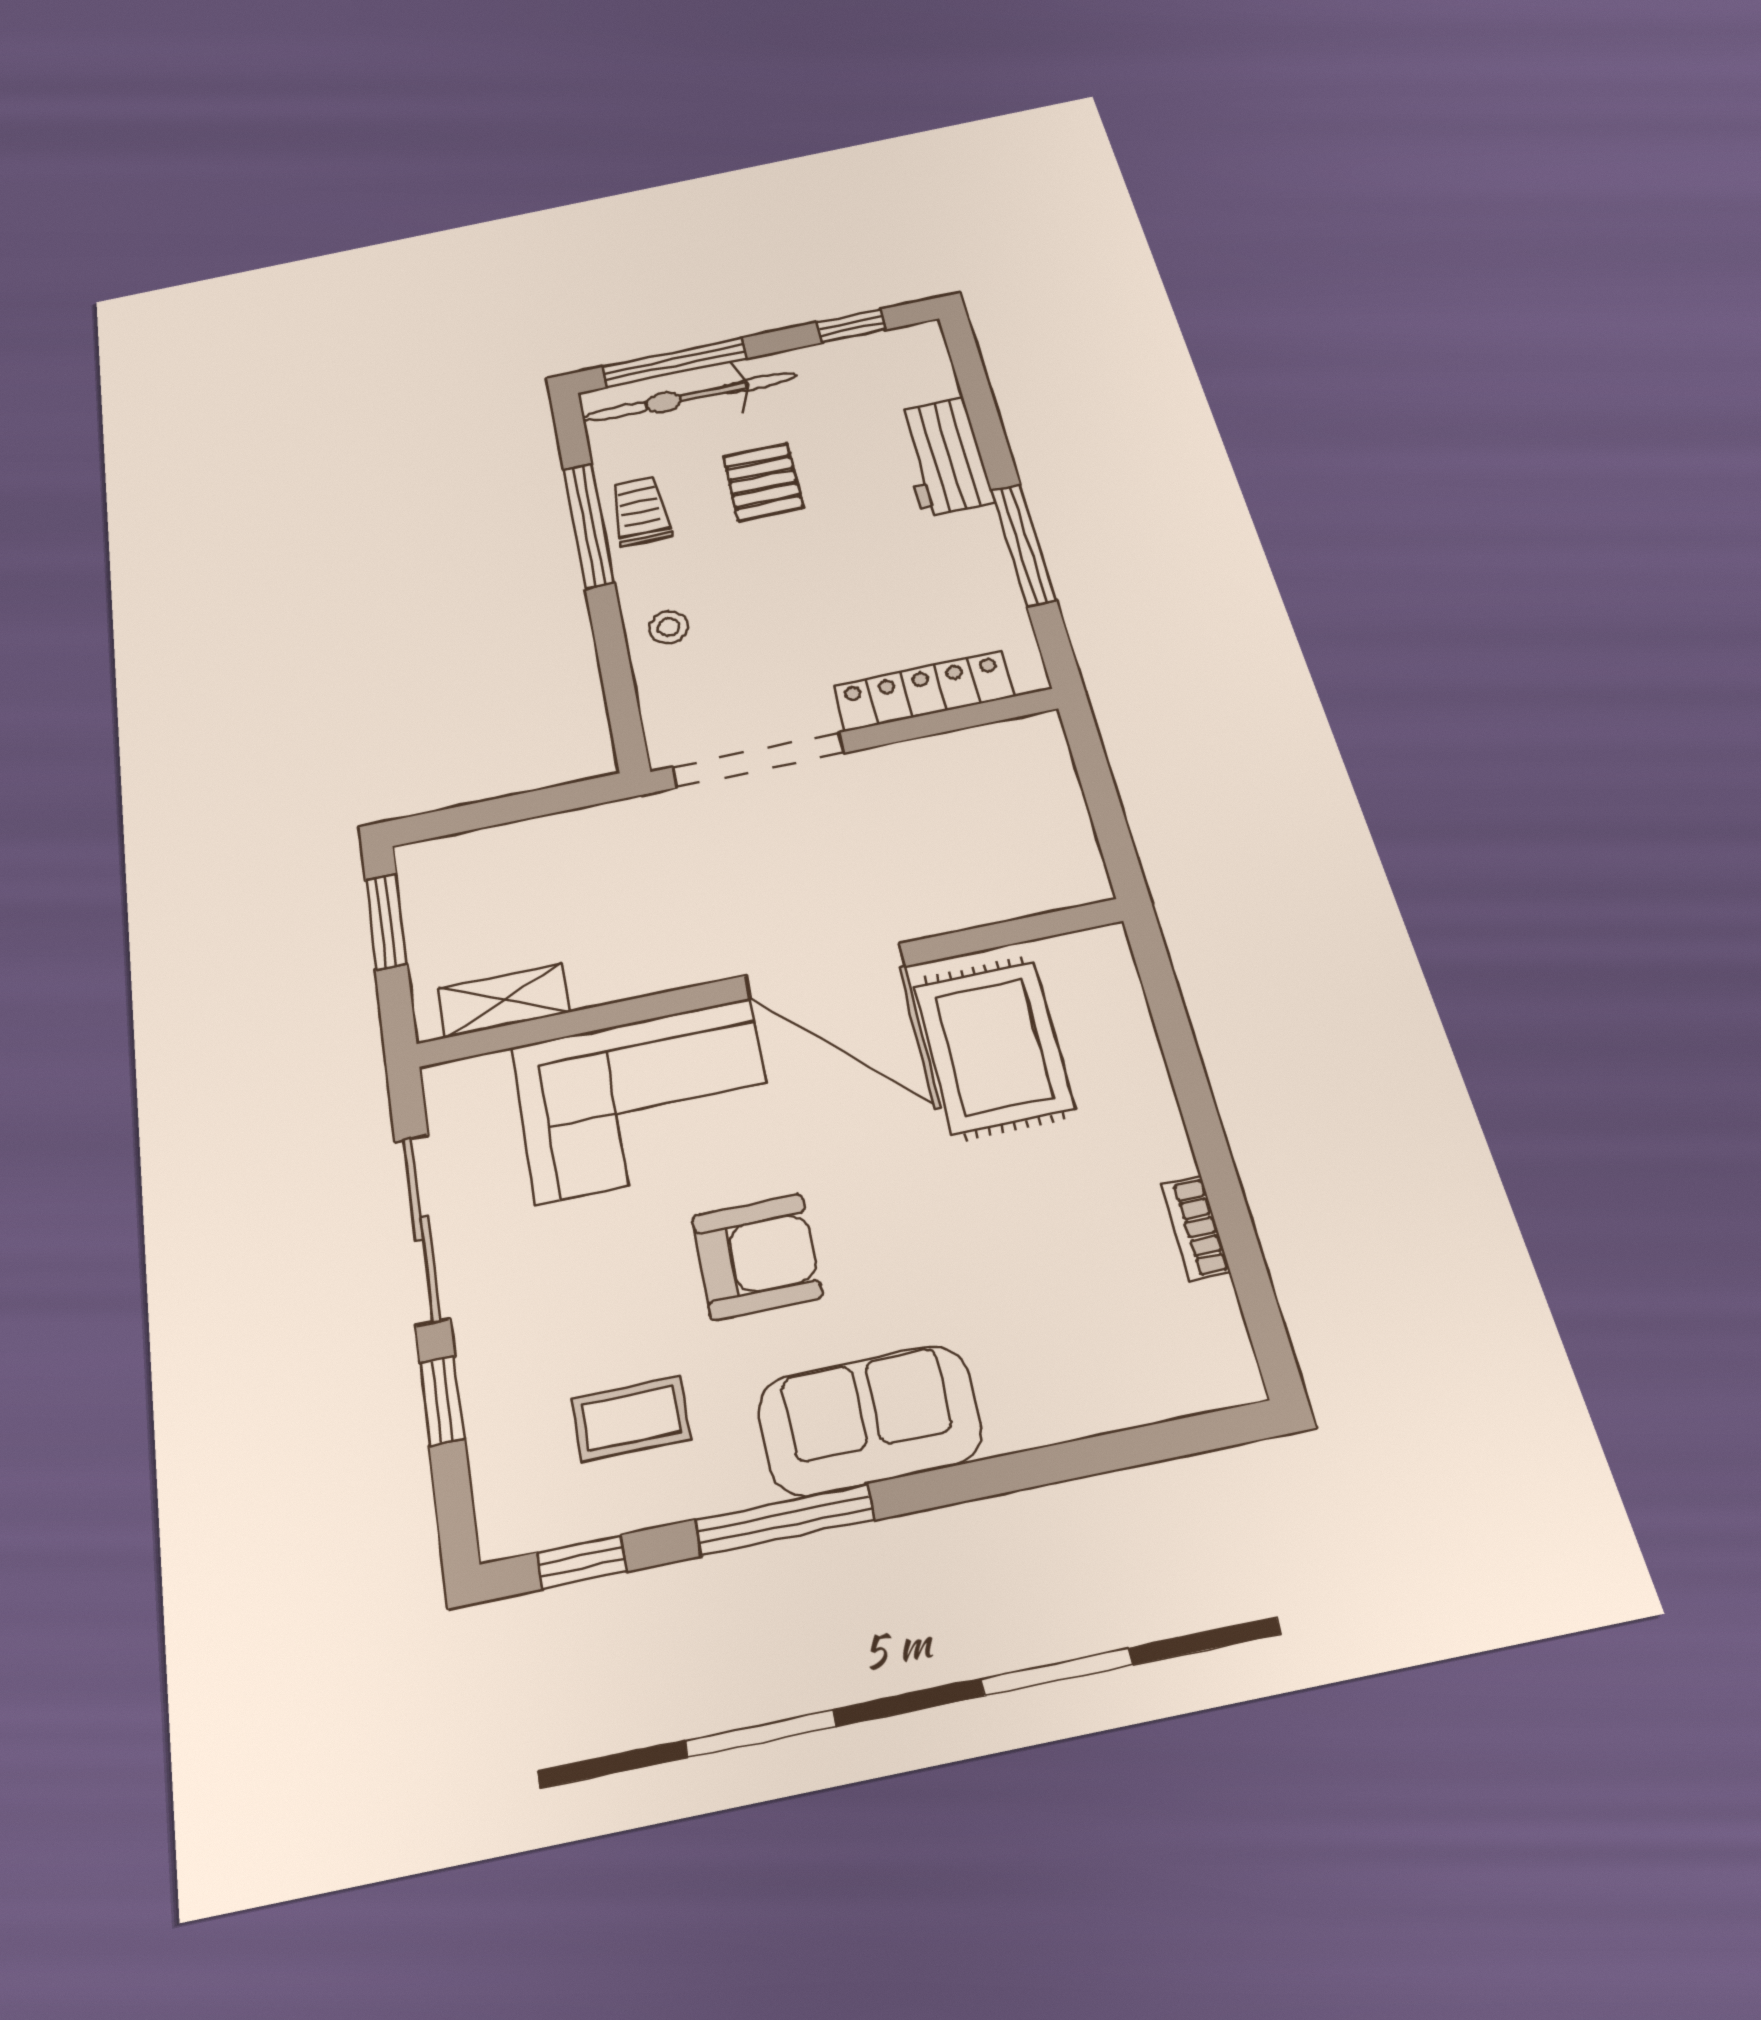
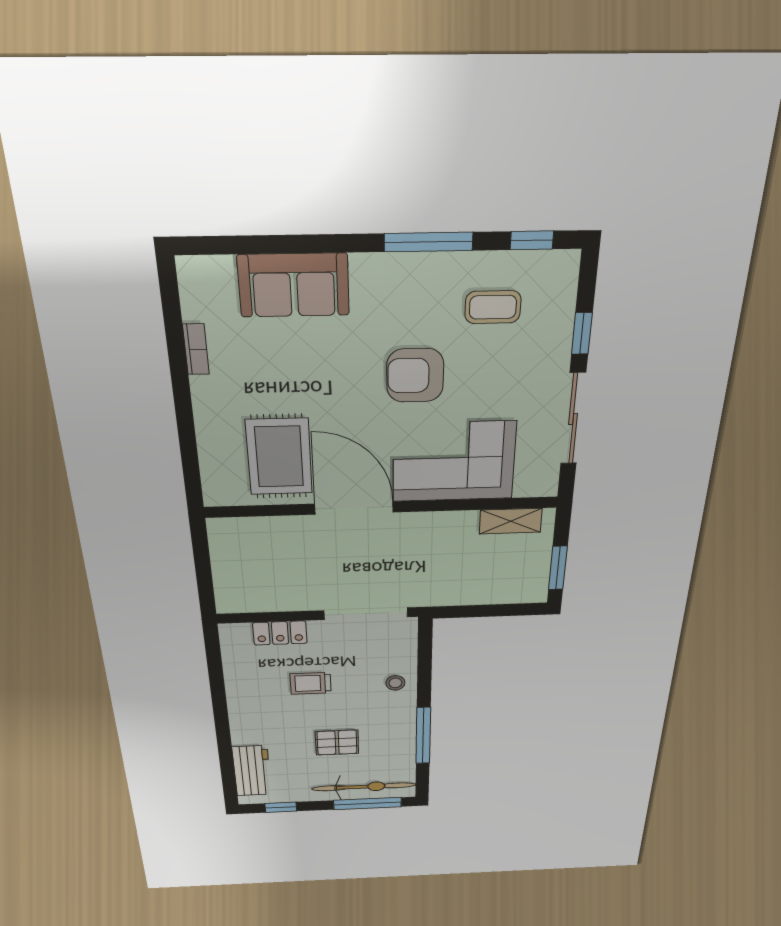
workbench: (944, 456) -> (252, 771), moved
pallet: (763, 482) -> (337, 743), turned 90
trolley: (641, 511) -> (311, 683), moved, turned 90
window: (1023, 545) -> (218, 694), removed
locker: (923, 691) -> (280, 633), width x0.66
sofa: (869, 1420) -> (294, 285), moved

